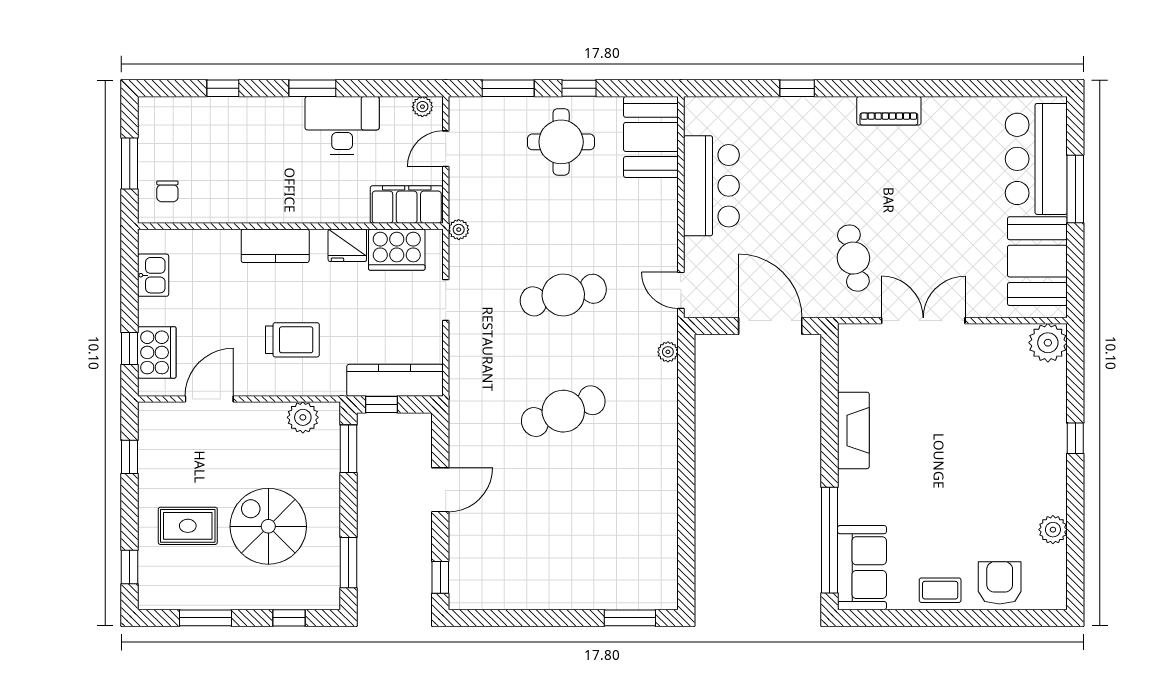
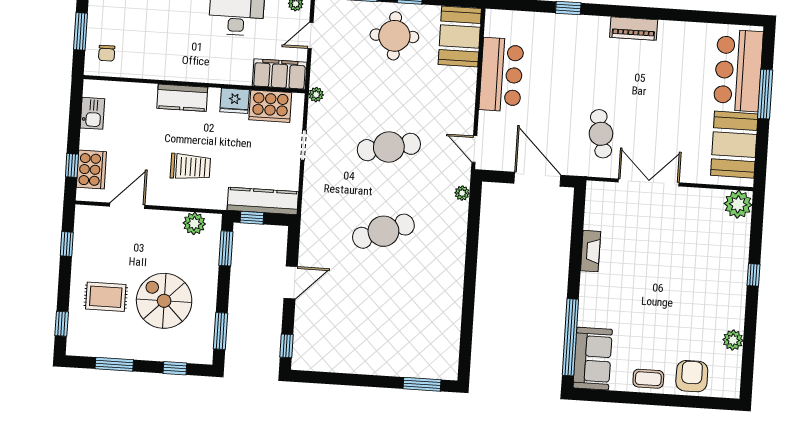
fireplace: (853, 430) -> (591, 251), width x0.73, depth x0.76

